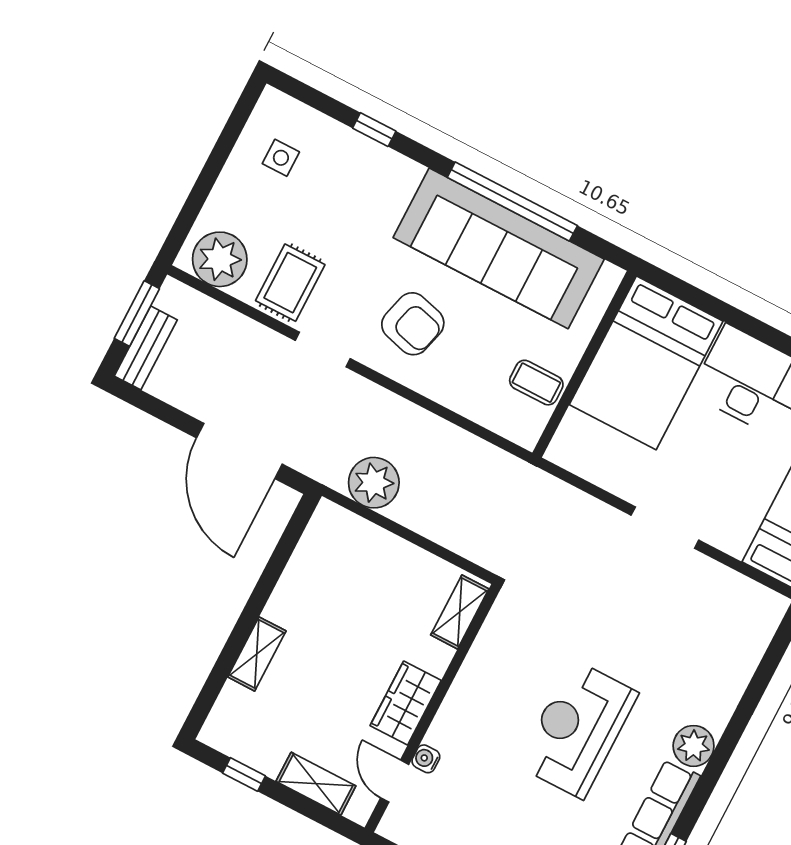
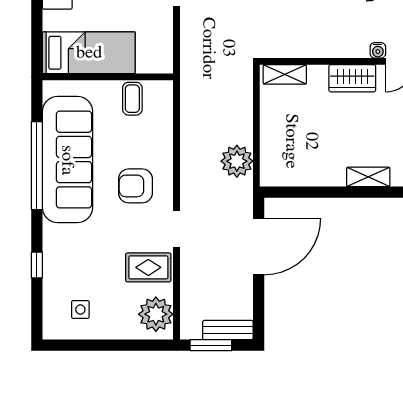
armchair: (413, 324) -> (135, 186), turned -105
bed: (646, 363) -> (89, 53), width x0.67

